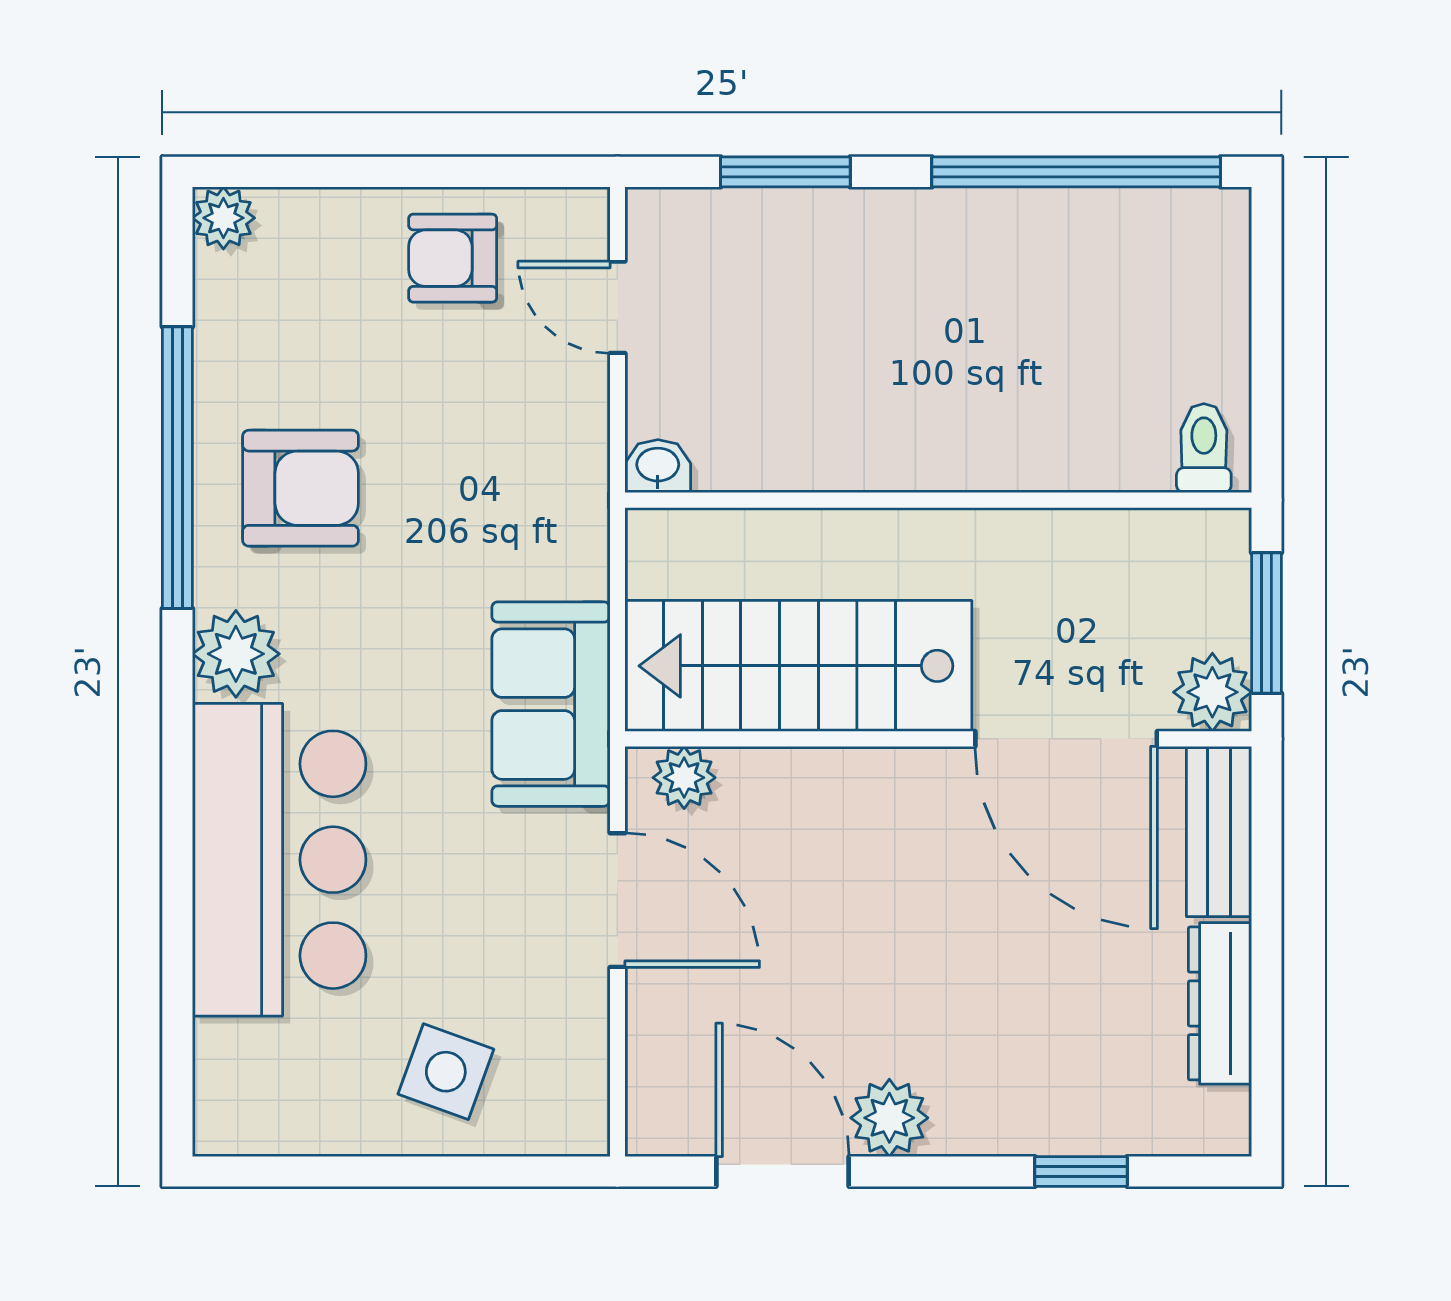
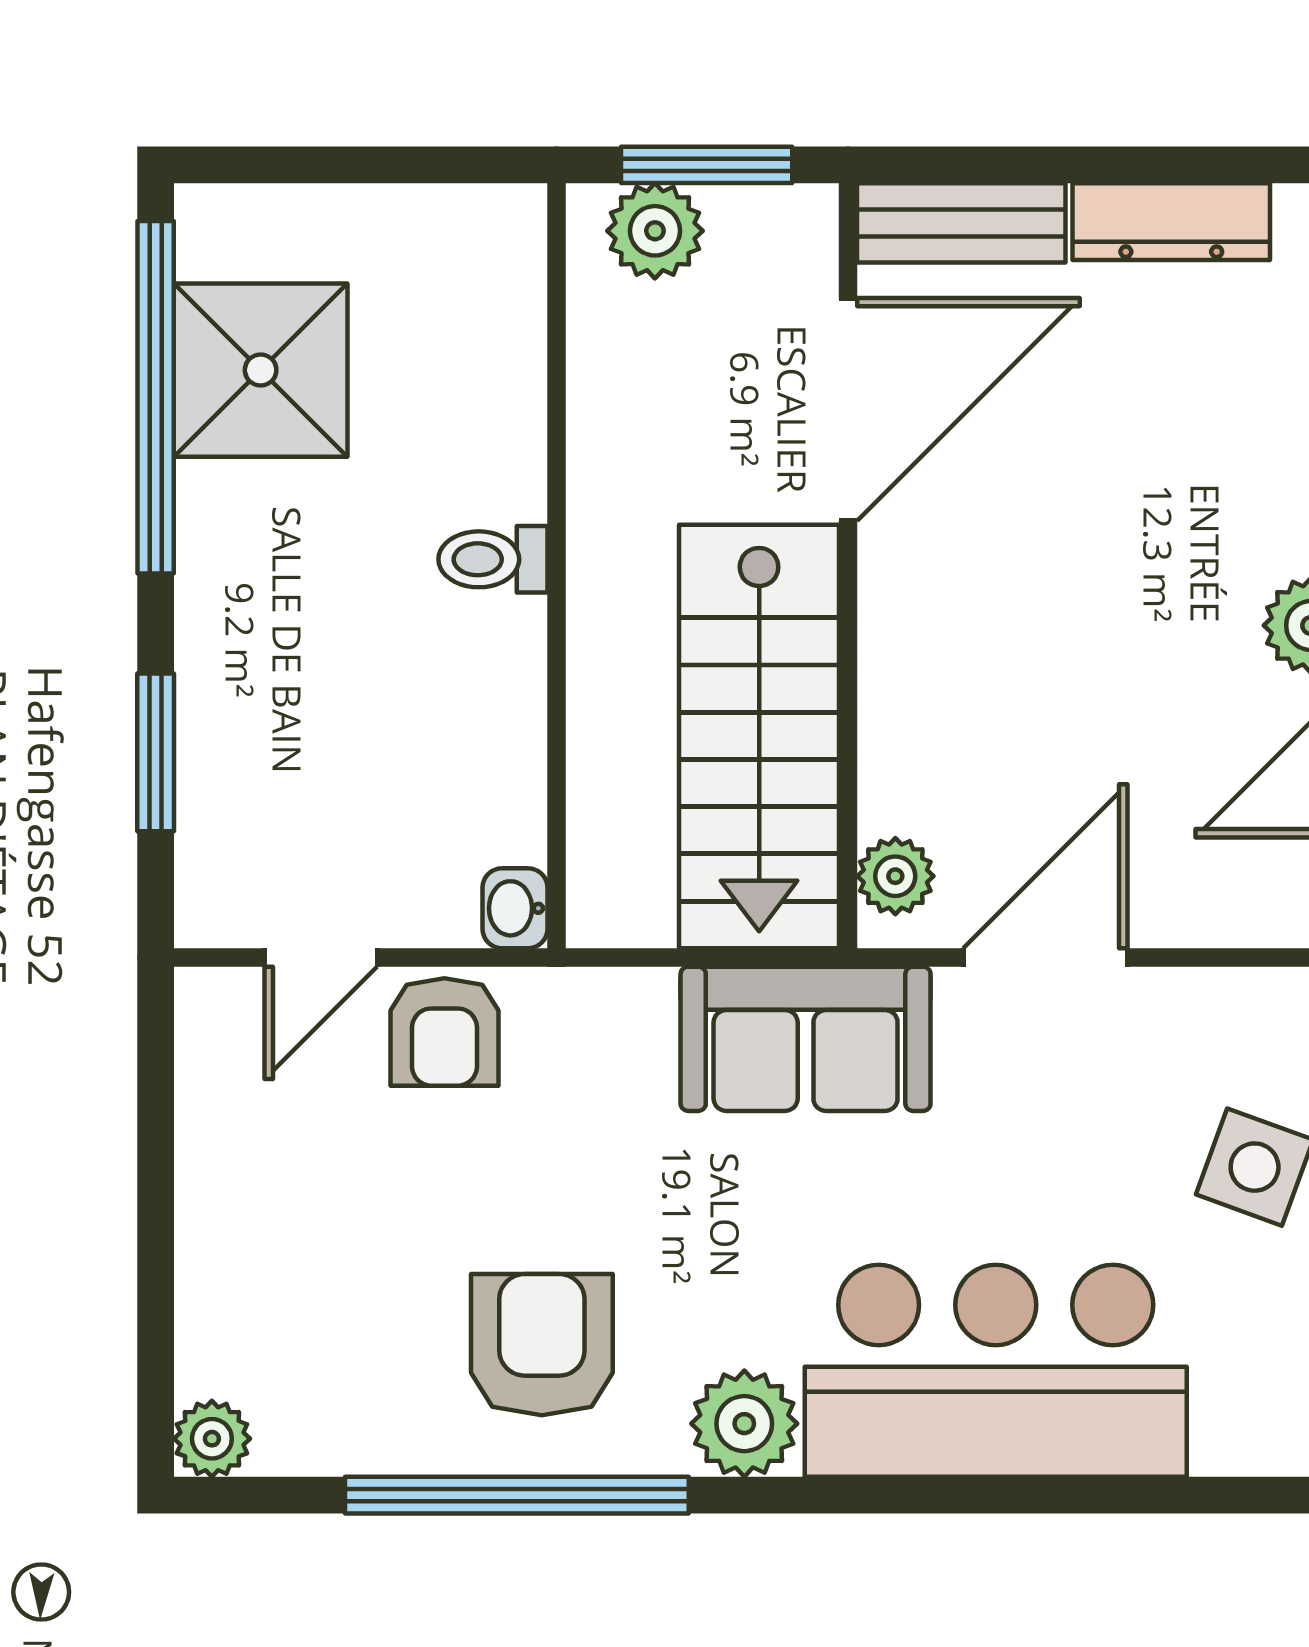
armchair: (453, 258) -> (444, 1032), moved
shower: (1098, 258) -> (261, 370), added
toilet: (1204, 448) -> (493, 559), moved
plant: (1212, 692) -> (655, 231), moved

